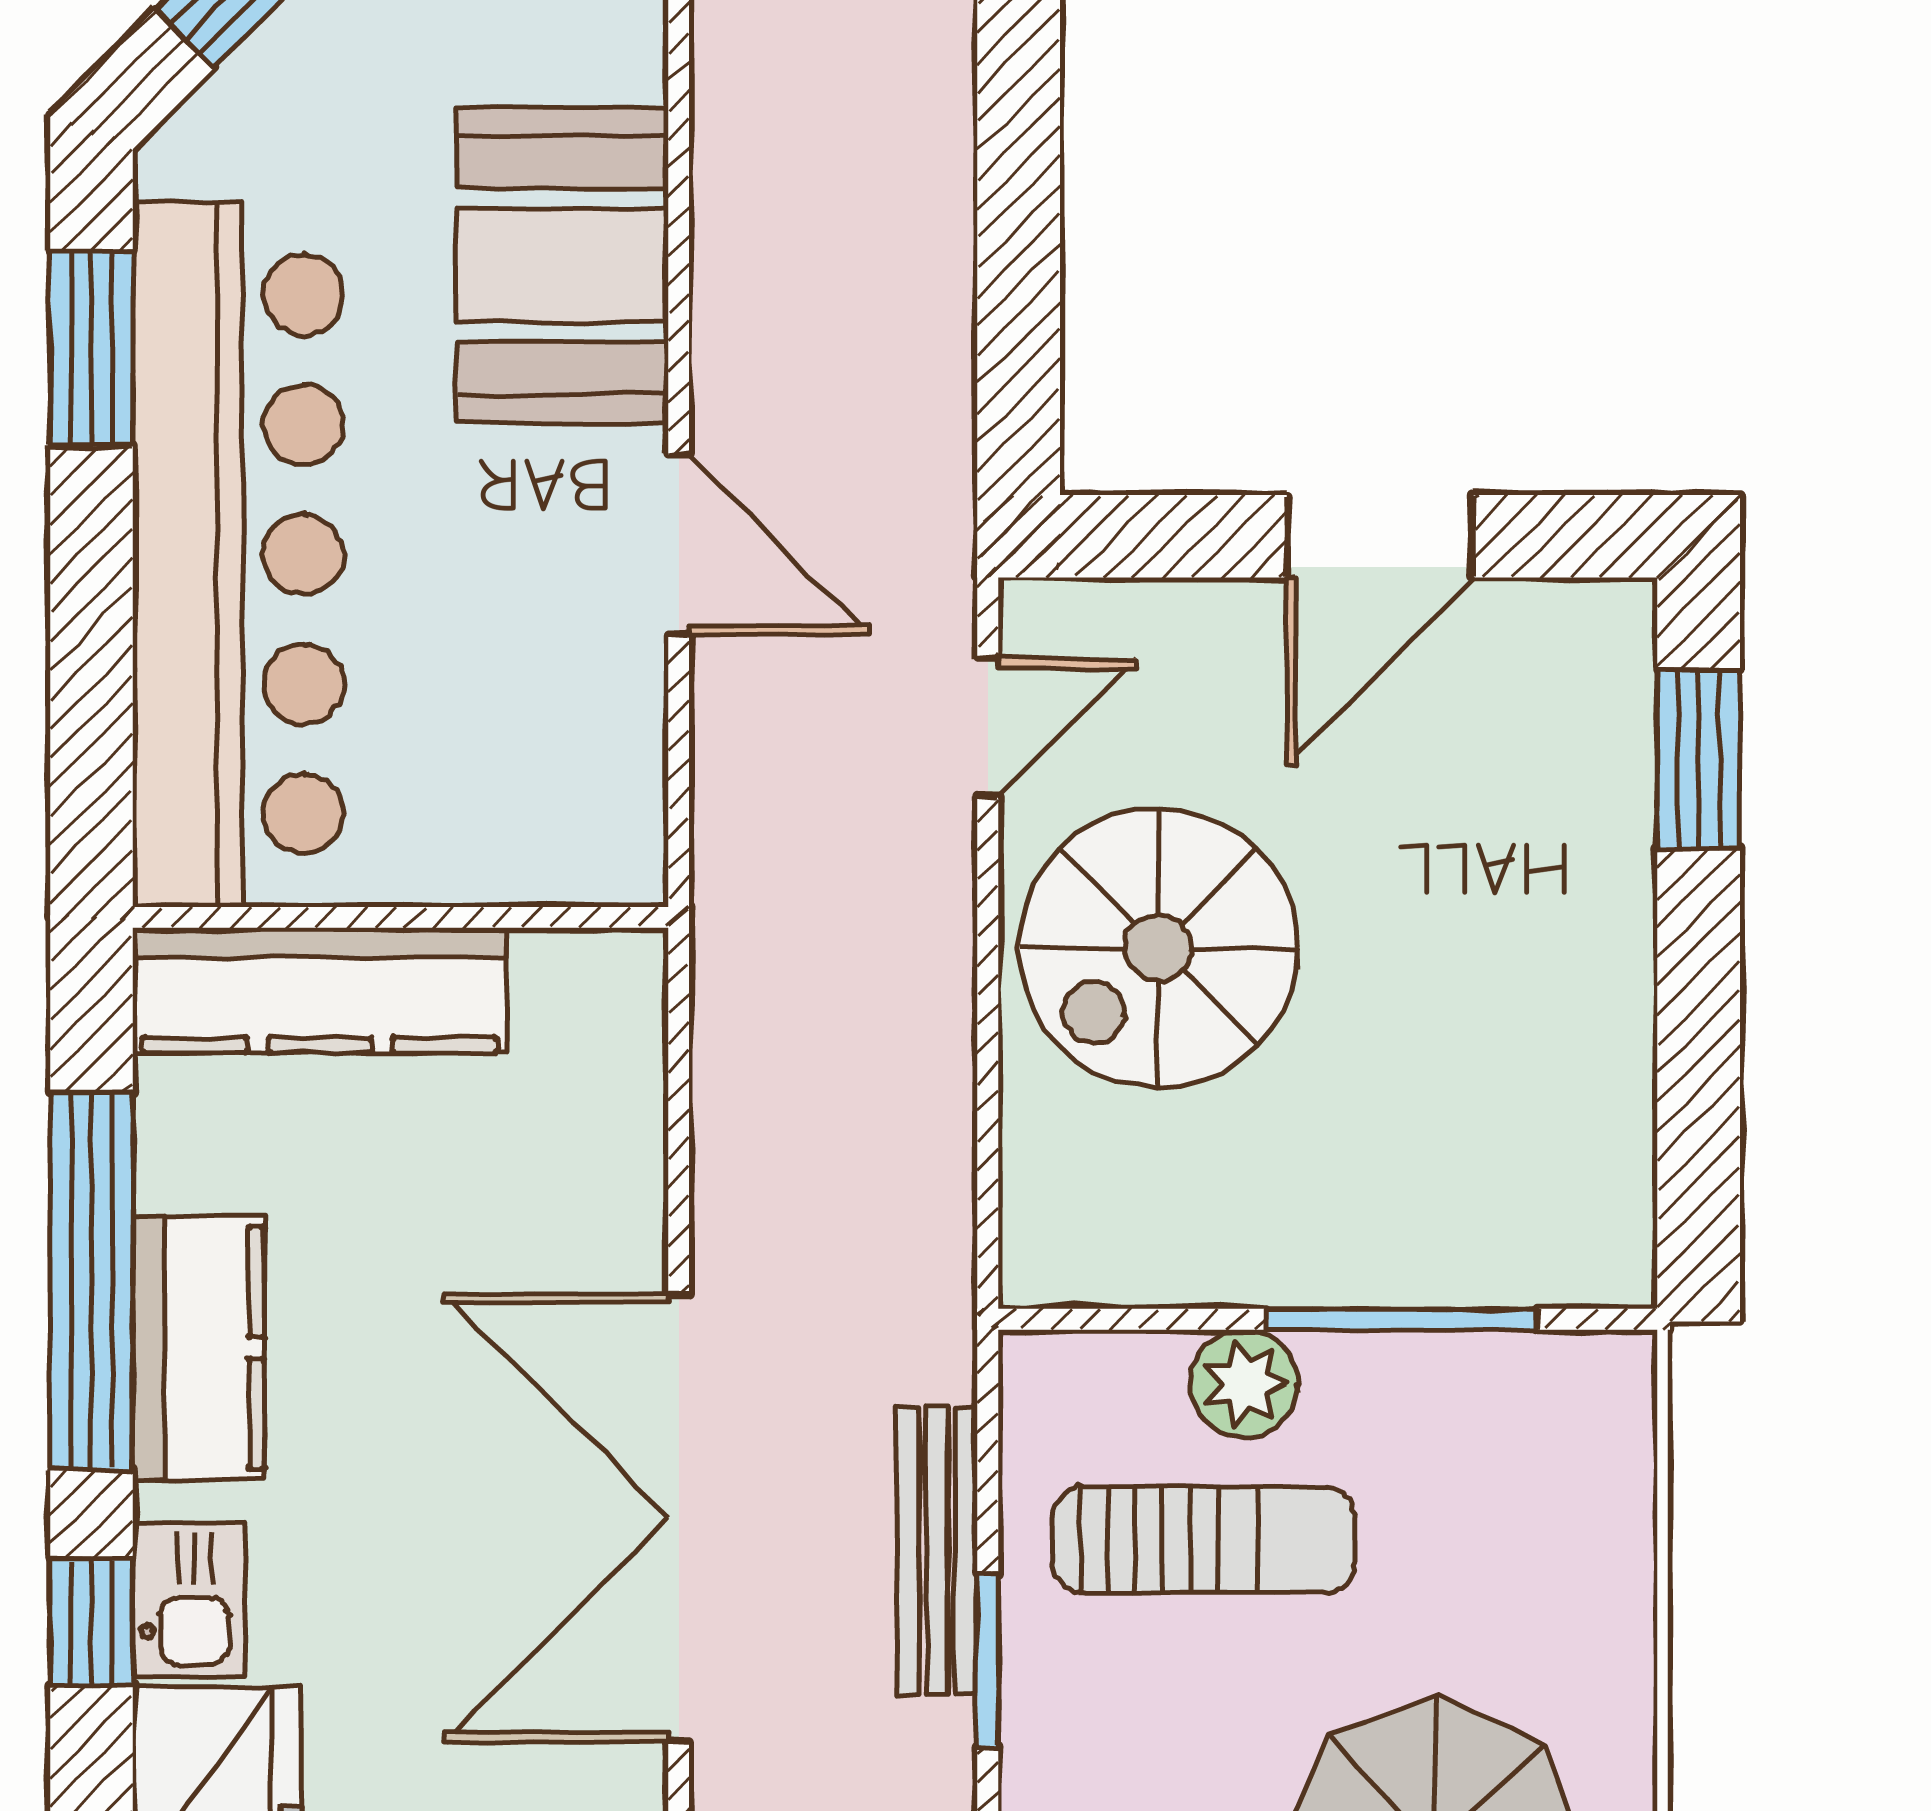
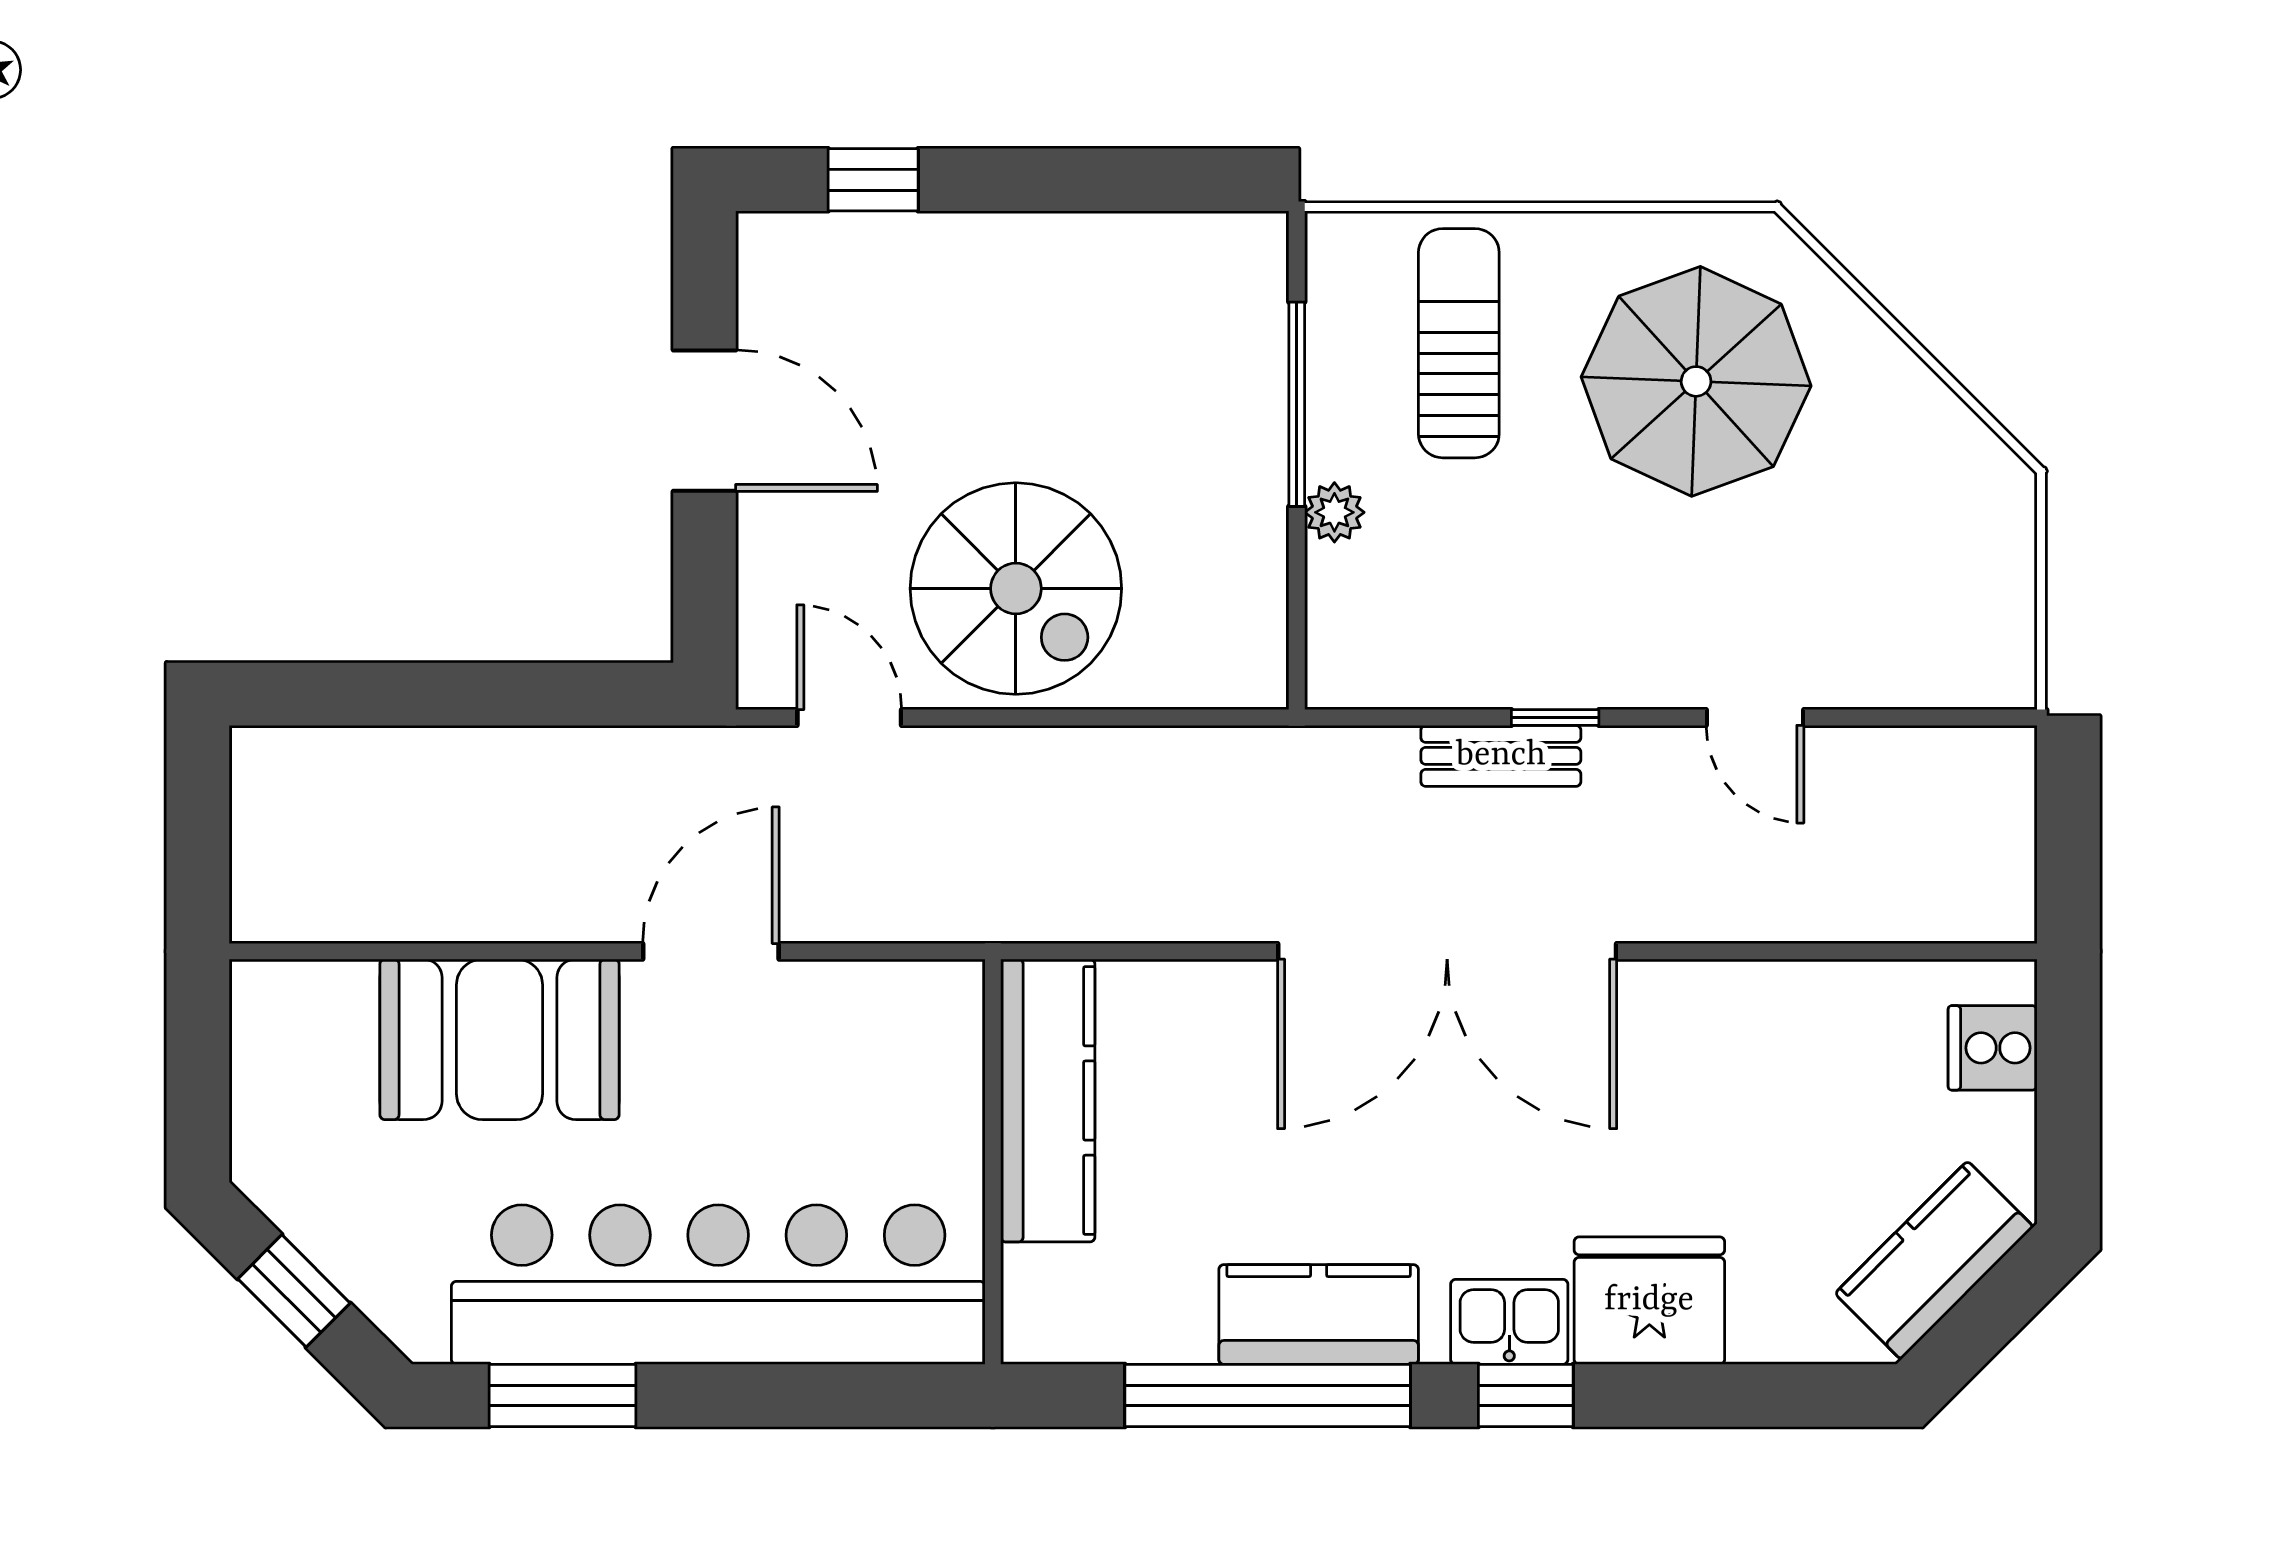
window: (1699, 759) -> (873, 180), width x0.67
kitchen counter: (320, 990) -> (1048, 1101), moved
plant: (1244, 1384) -> (1334, 512), width x0.73, depth x0.73
sun lounger: (1204, 1540) -> (1459, 343), moved
bench: (937, 1550) -> (1501, 756), width x0.73
window: (988, 1661) -> (1555, 717), width x0.67

